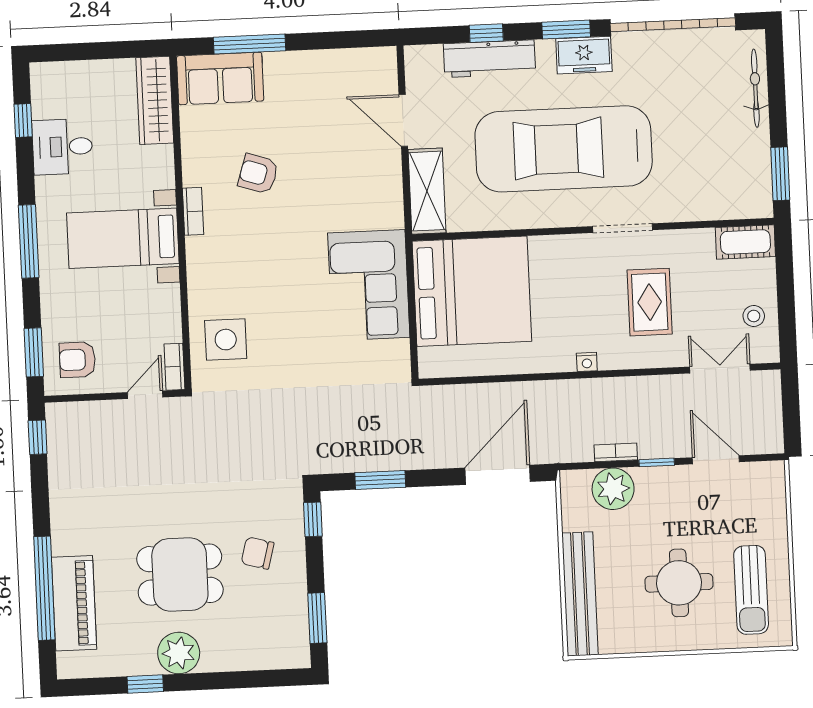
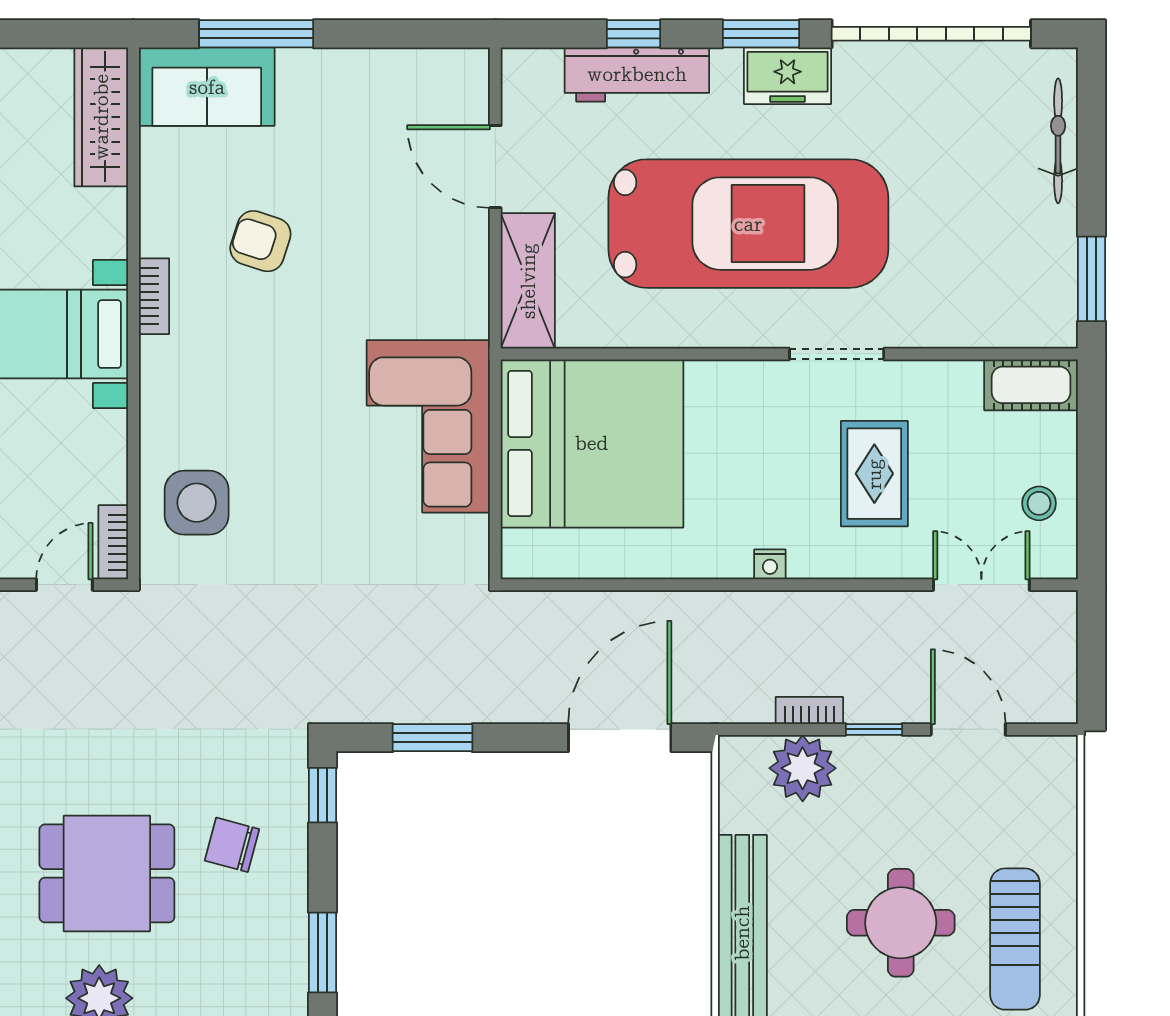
car: (564, 149) -> (748, 224), turned 180

